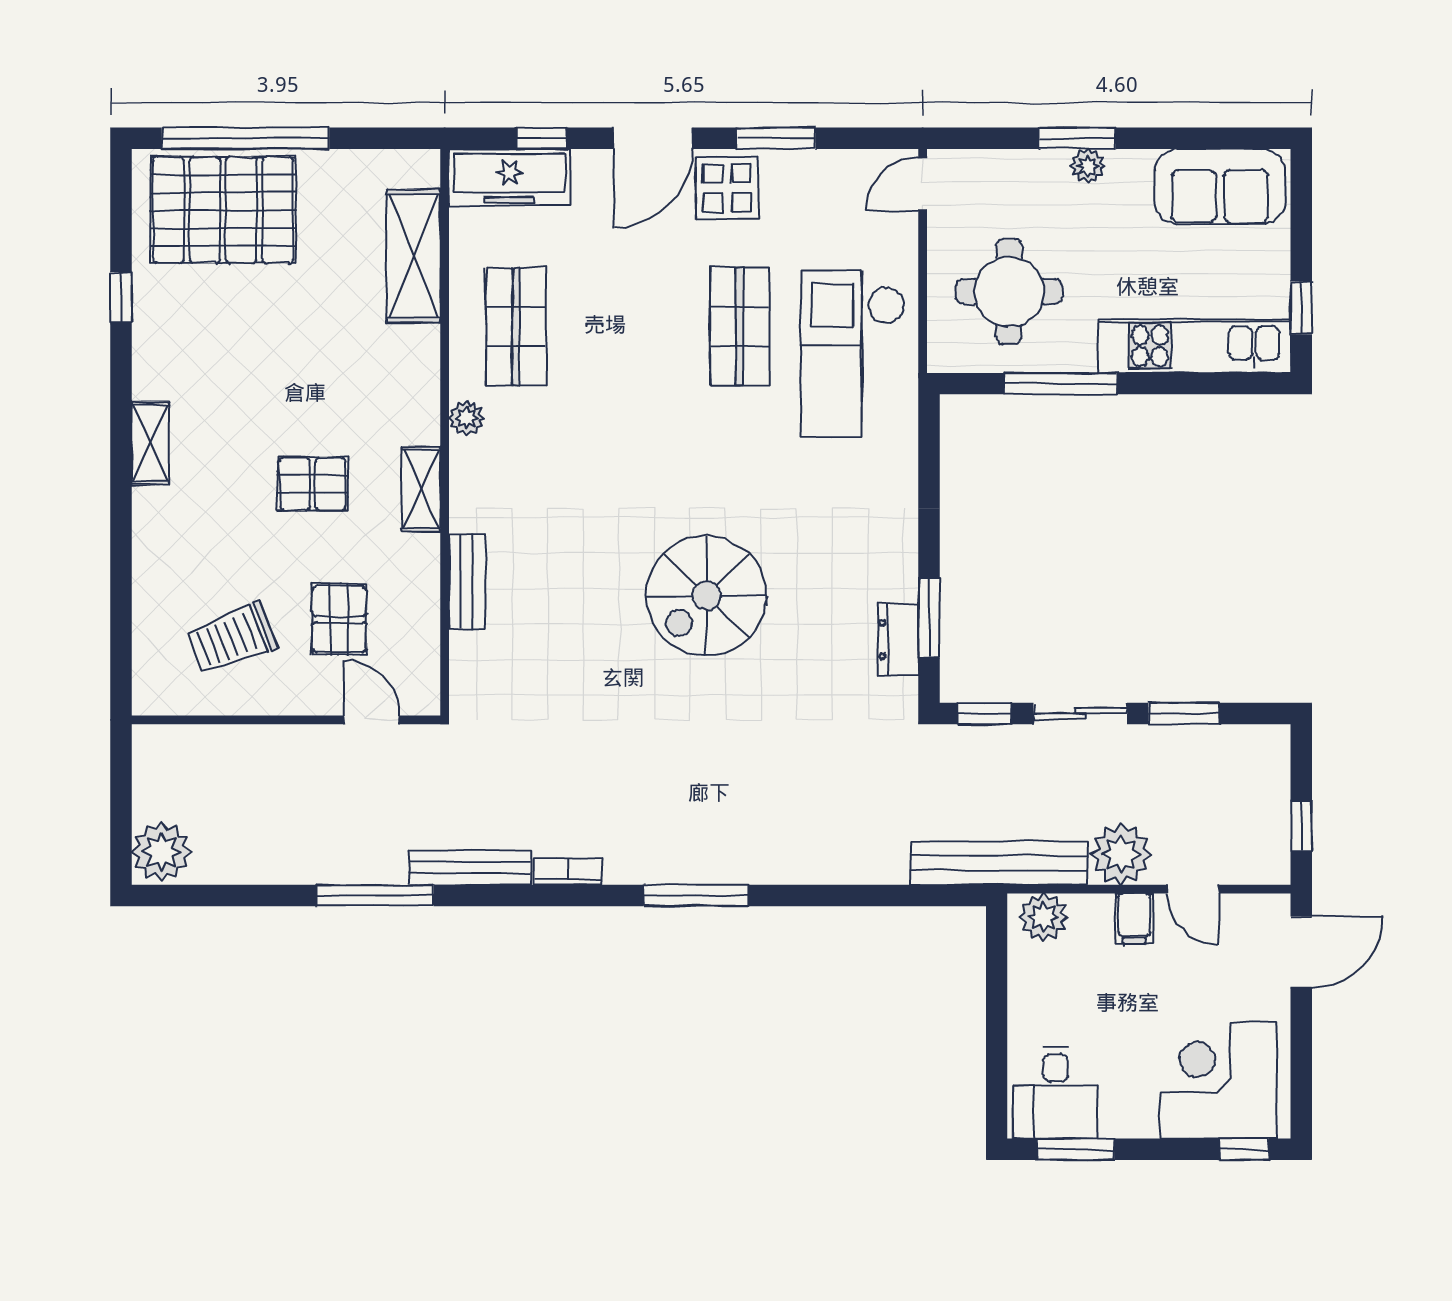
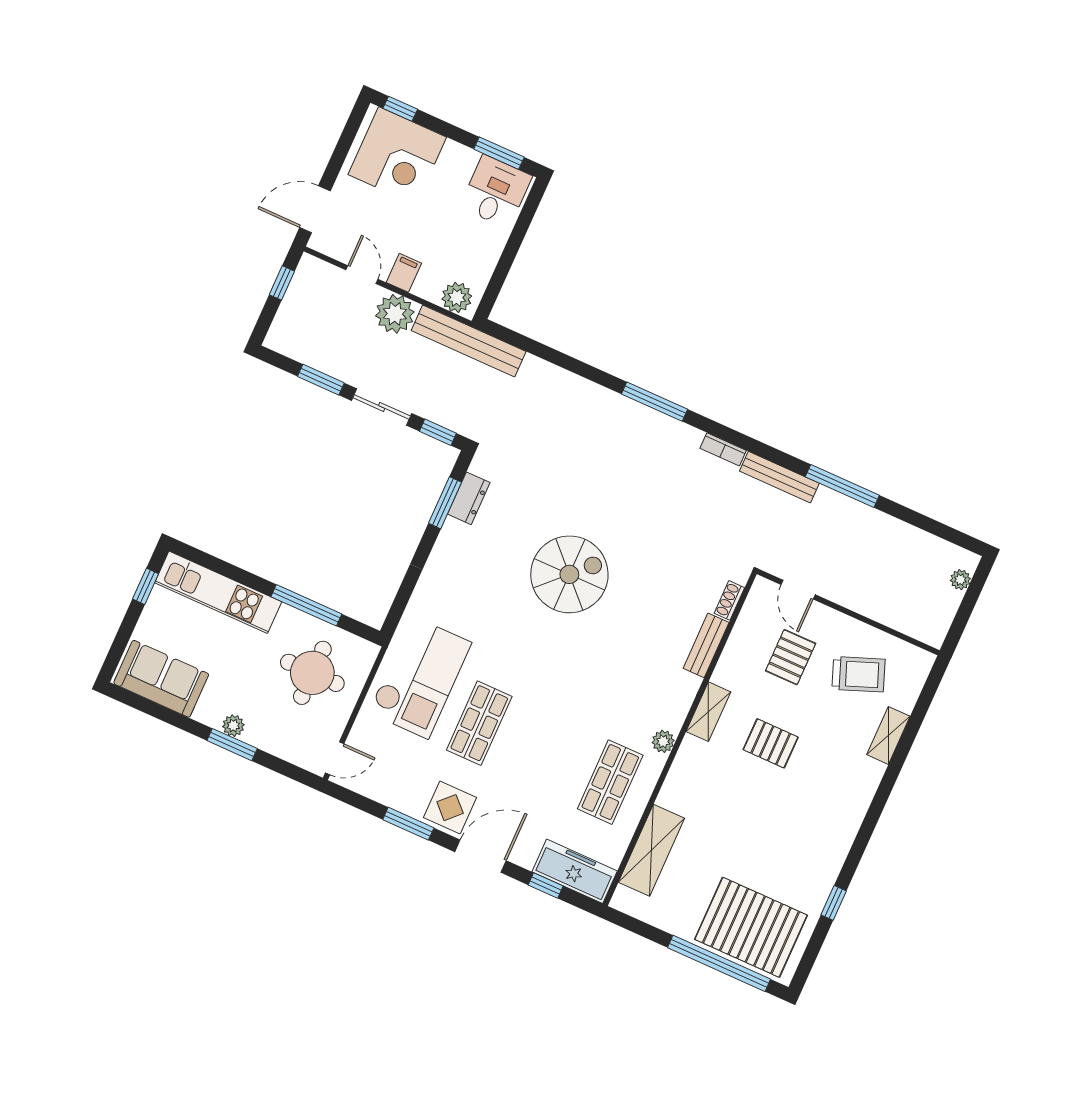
shelving: (150, 443) -> (888, 735), moved
shoe rack: (462, 661) -> (729, 600), added
plant: (161, 852) -> (960, 580), width x0.53, depth x0.53

